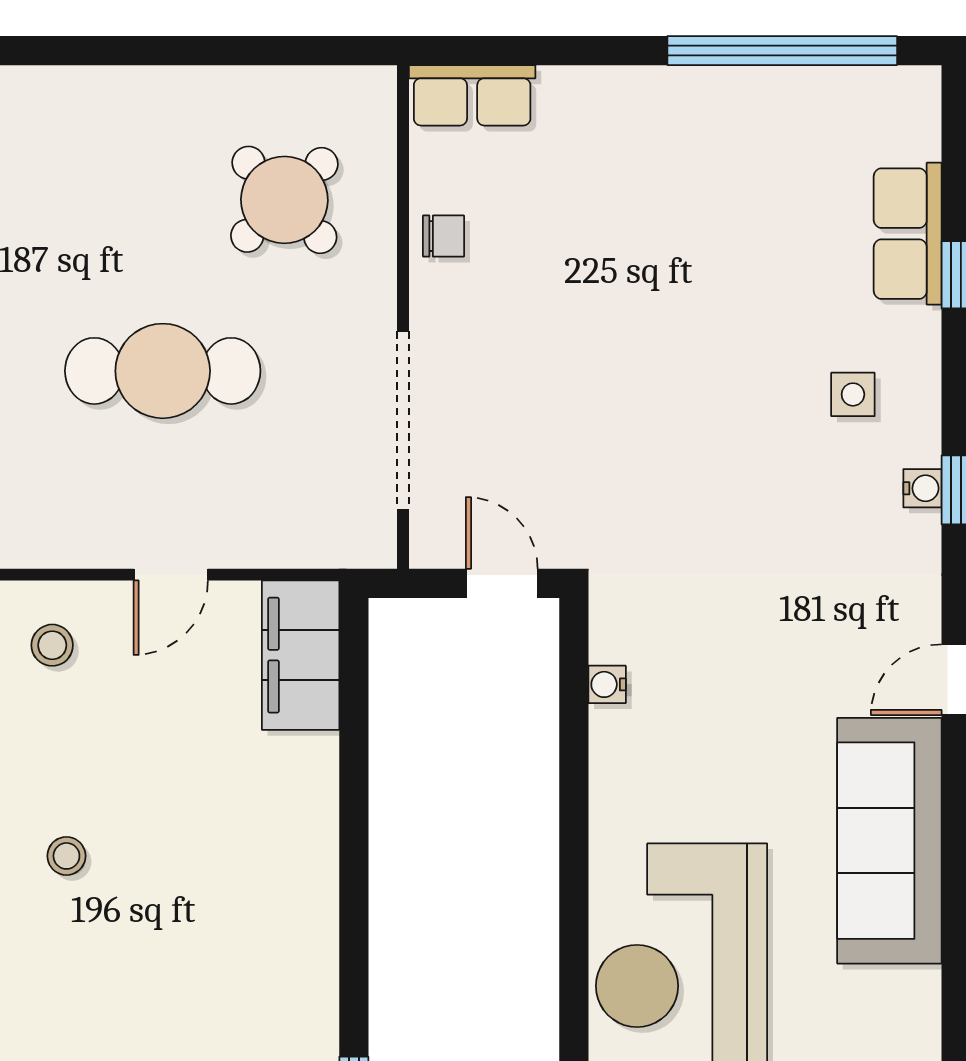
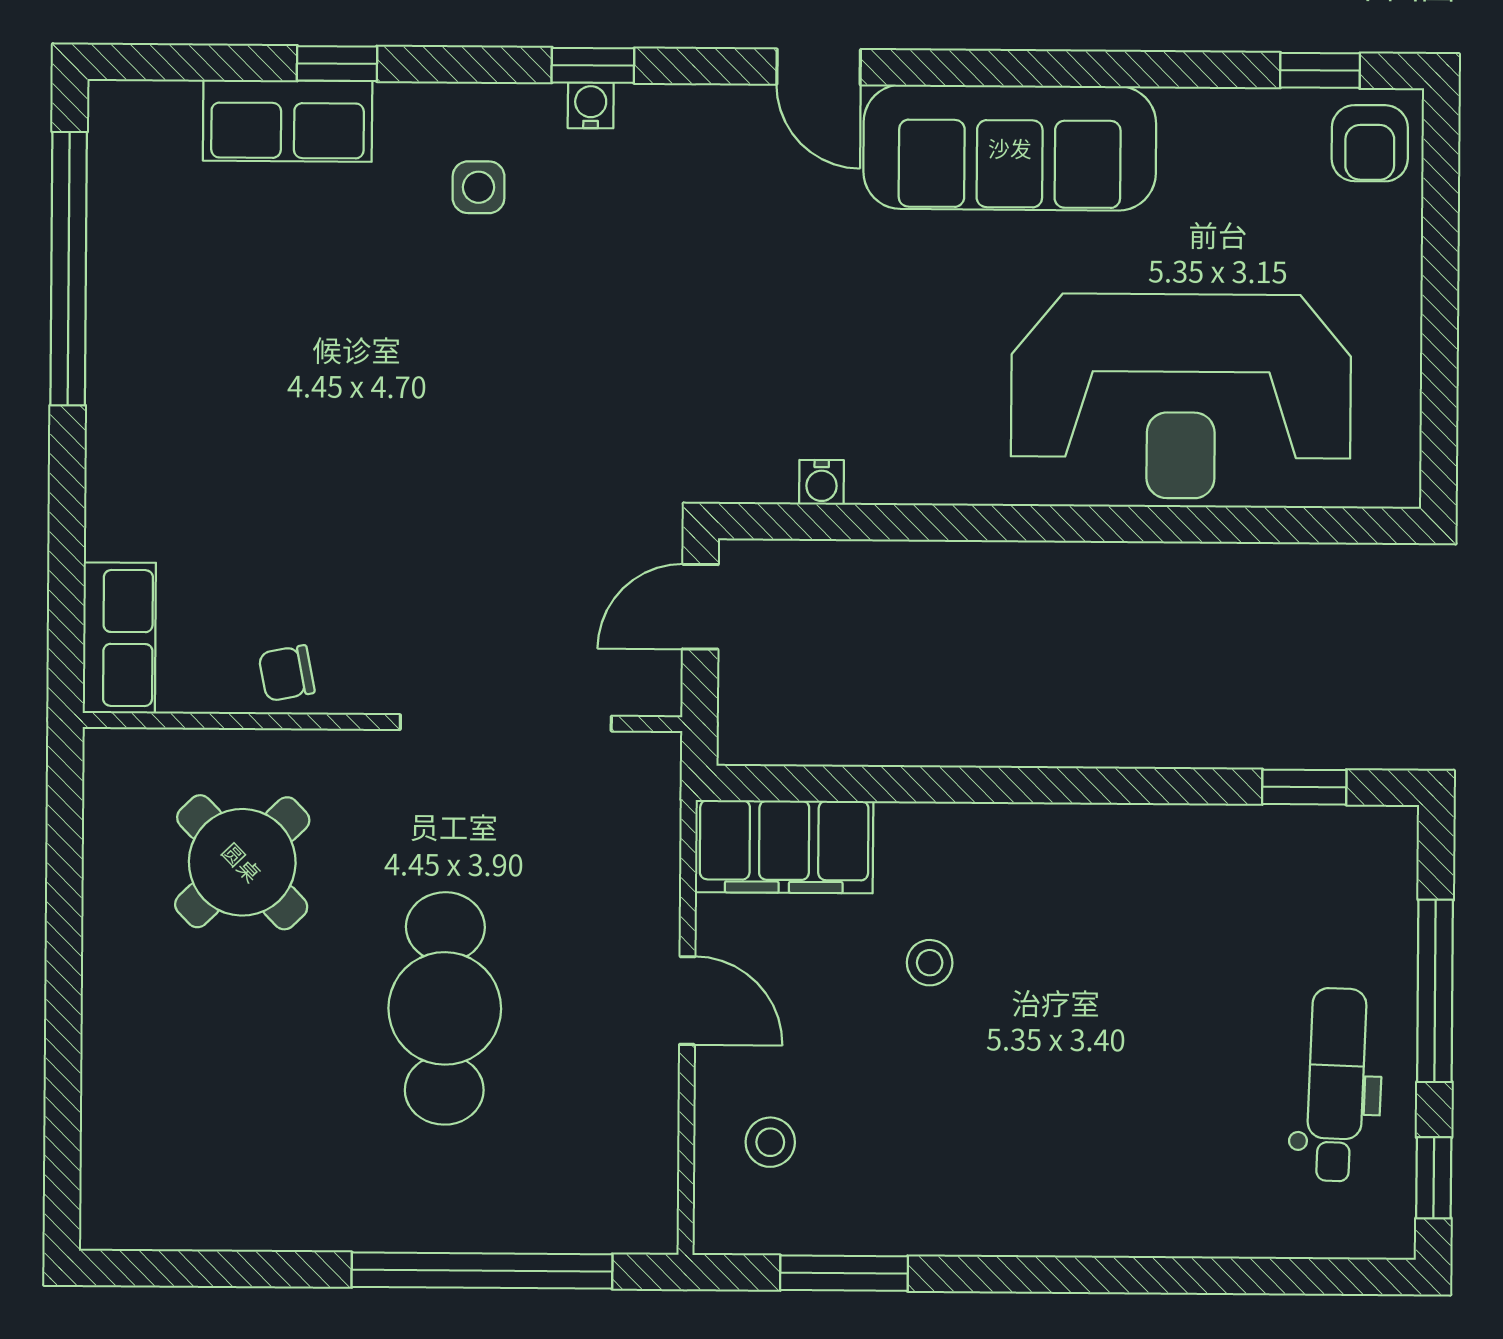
chair: (443, 236) -> (287, 673), turned -101
stool: (66, 856) -> (930, 963), moved

